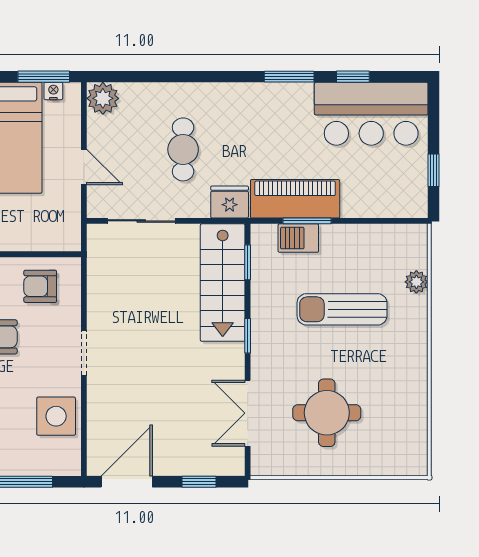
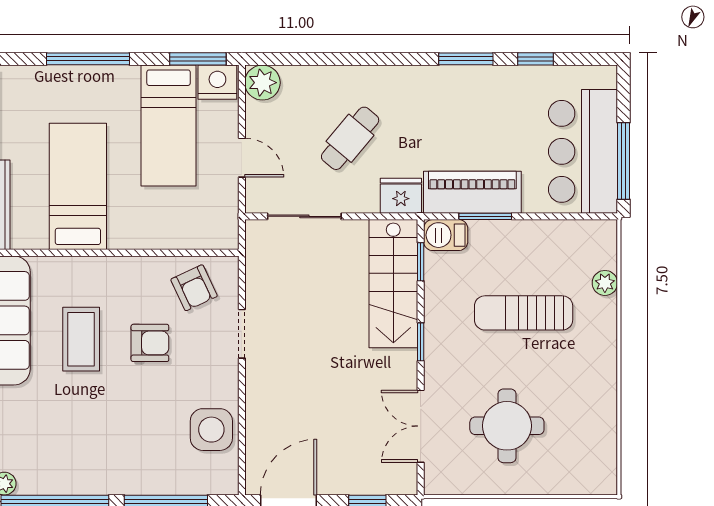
nightstand: (53, 91) -> (217, 82), width x1.89, depth x1.79
bar counter: (371, 114) -> (583, 151), moved, turned 90
cafe table: (183, 149) -> (350, 138), turned 40
window: (434, 170) -> (624, 161), width x2.17
barbecue: (298, 238) -> (446, 235), moved
armchair: (40, 286) -> (194, 288), turned -115
doorway: (84, 353) -> (242, 334), moved

